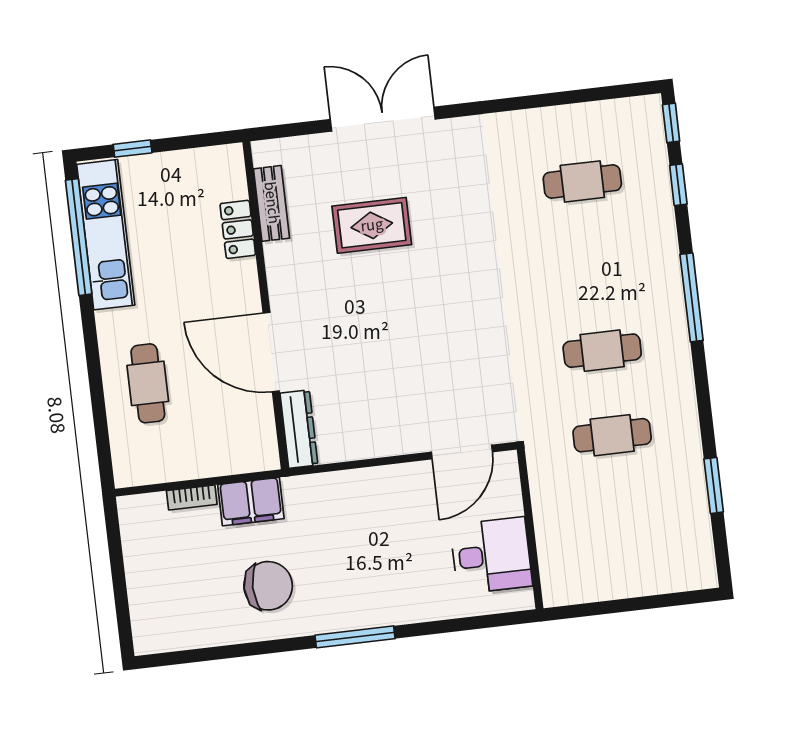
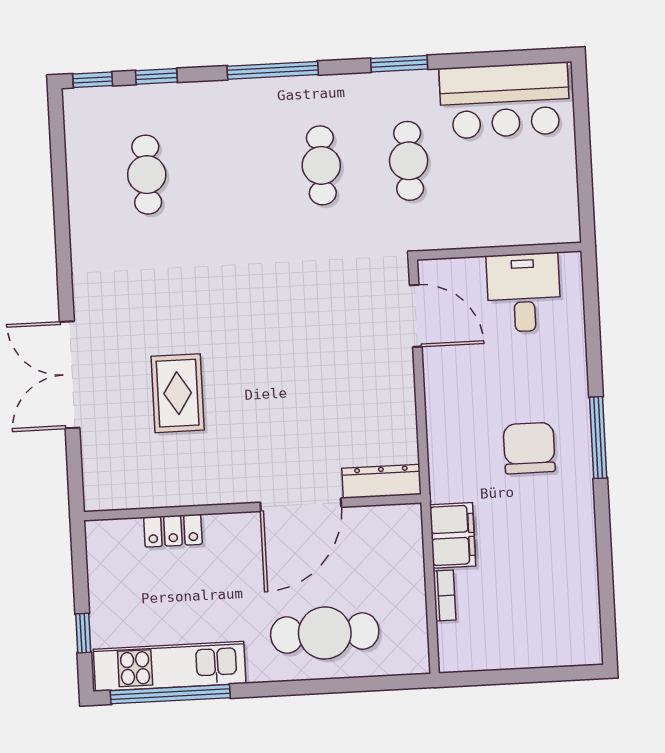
bench: (272, 203) -> (149, 494), removed
cafe table: (148, 383) -> (325, 633), width x1.37, depth x1.35
window: (714, 485) -> (399, 64), moved
bar counter: (677, 525) -> (505, 101), added
chair: (268, 586) -> (529, 448), moved

